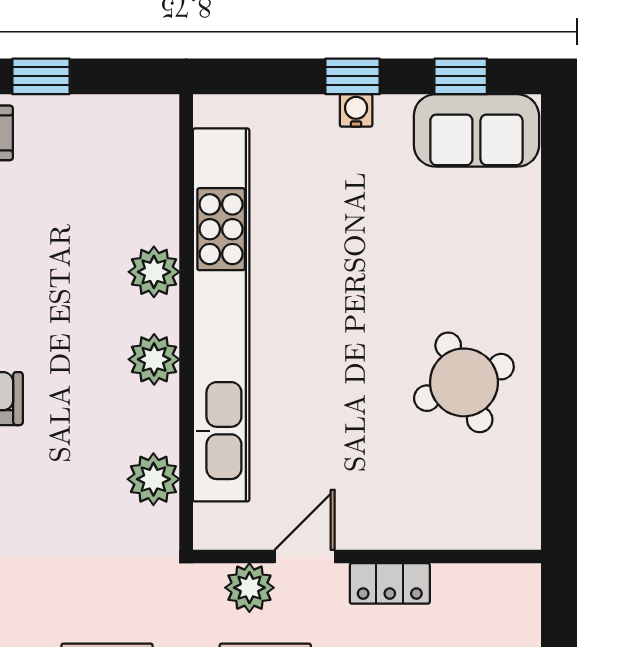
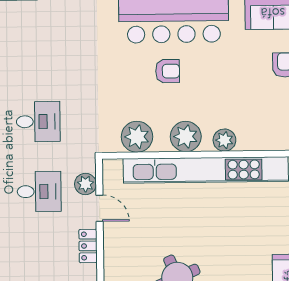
plant: (154, 359) -> (186, 136), width x1.36, depth x1.36
plant: (153, 479) -> (137, 137), width x1.36, depth x1.36

